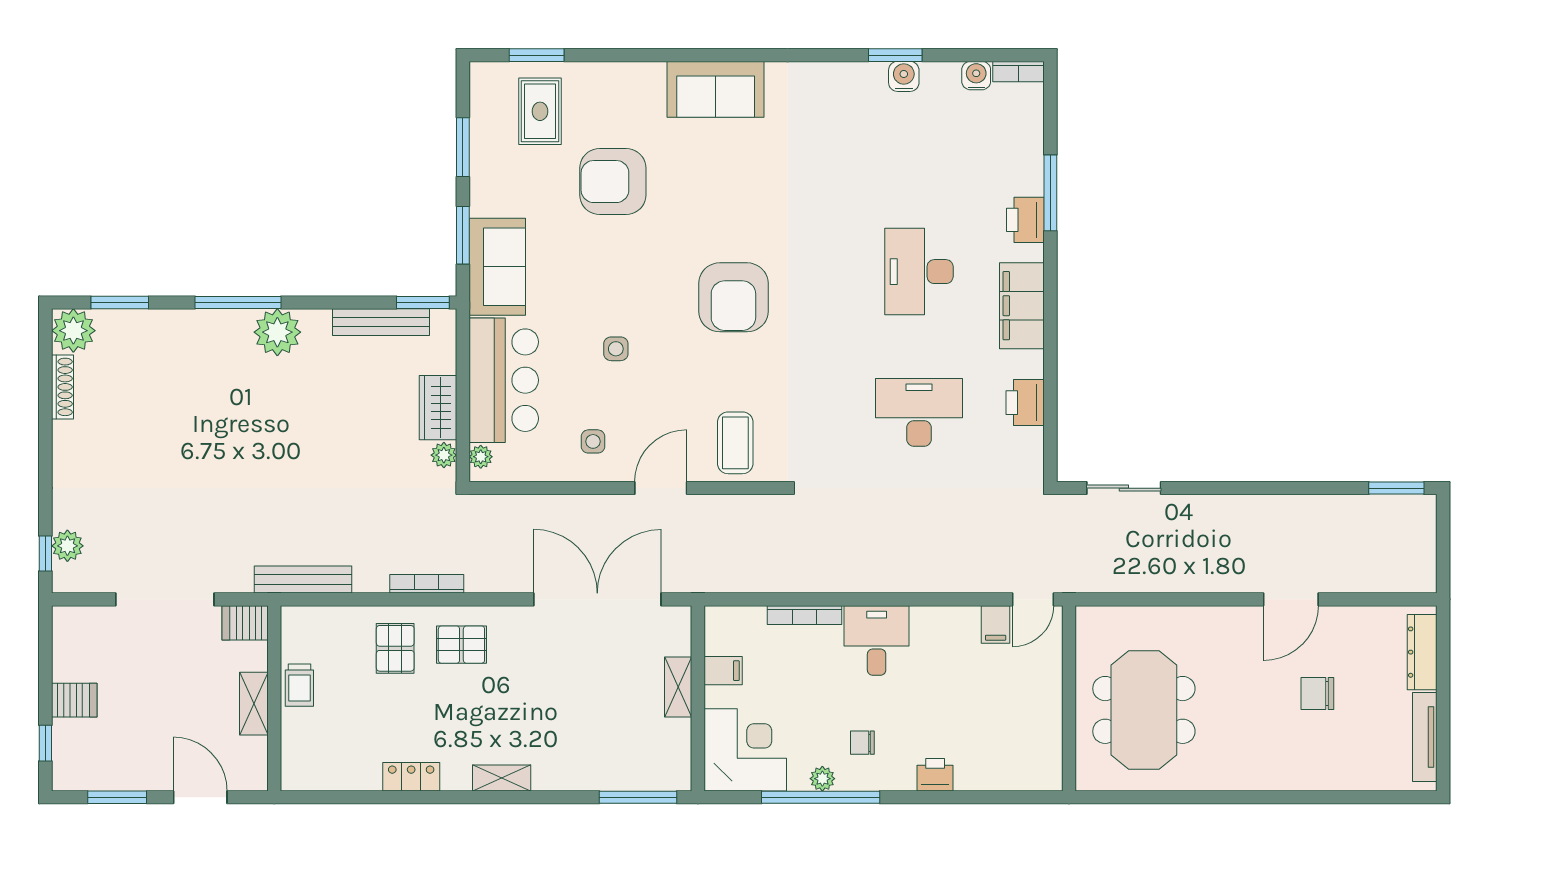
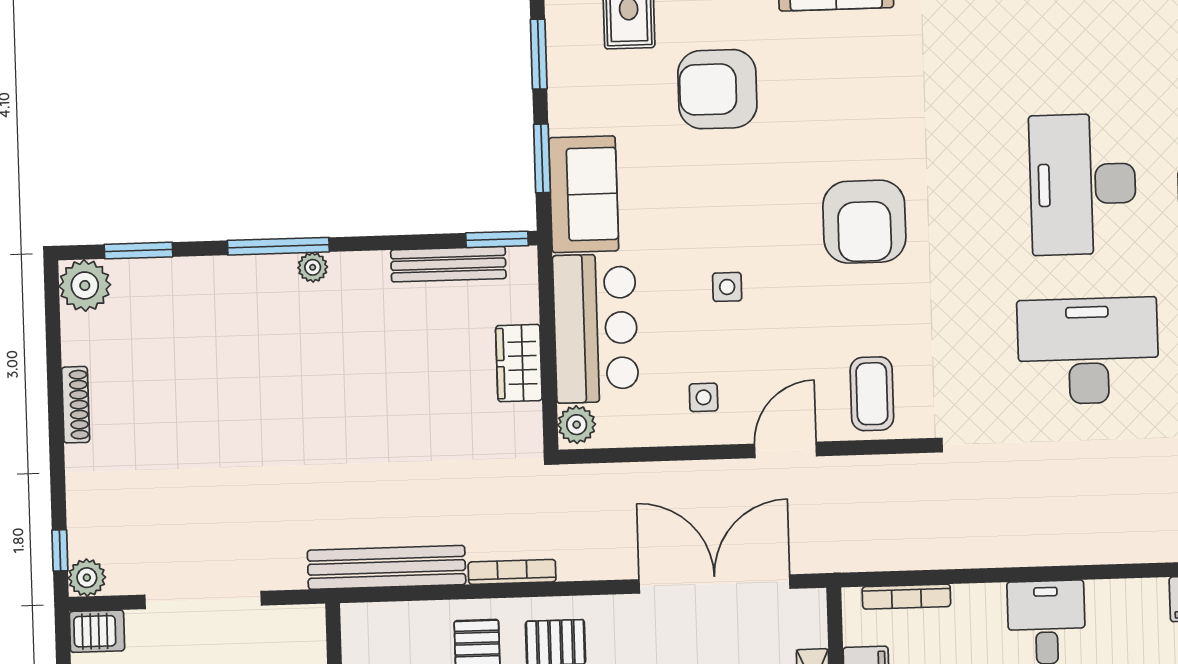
desk: (919, 272) -> (1083, 184), width x1.36, depth x1.30
plant: (277, 332) -> (313, 267), width x0.53, depth x0.53
shoe rack: (63, 387) -> (76, 405), moved
desk: (919, 412) -> (1088, 351), width x1.36, depth x1.30
plant: (444, 455) -> (528, 419), removed
plant: (481, 457) -> (577, 425), width x1.38, depth x1.38
plant: (67, 546) -> (87, 578), moved
bench: (303, 580) -> (387, 567), width x1.37, depth x1.21
bookcase: (804, 615) -> (906, 597), moved
server rack: (245, 623) -> (97, 631), moved, turned 180

